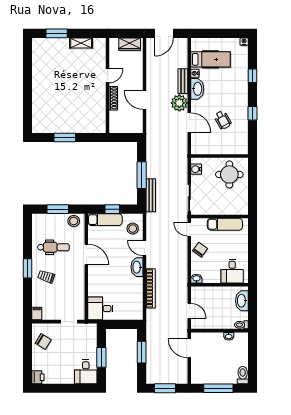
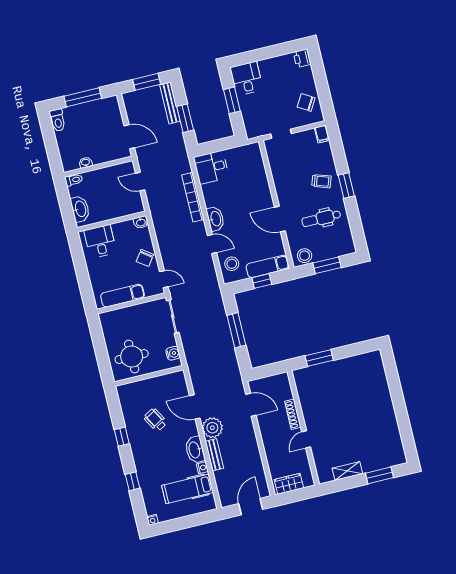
door: (144, 100) -> (251, 405), moved
window: (65, 138) -> (319, 358), moved
bench: (151, 195) -> (170, 103), moved
desk: (100, 308) -> (211, 167), moved, turned 180

